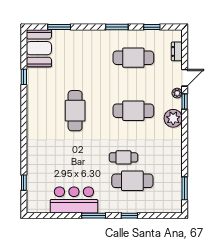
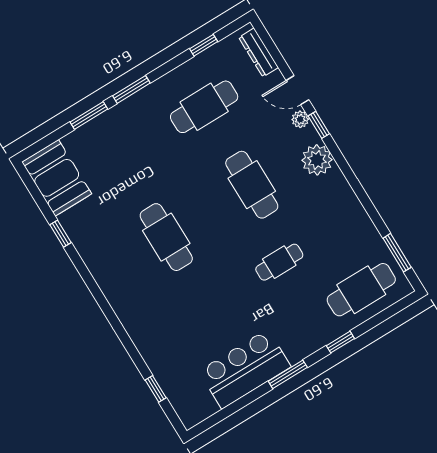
window: (59, 27) -> (89, 116), moved
window: (117, 27) -> (131, 89), moved
dresser: (177, 51) -> (259, 52), width x1.44
door: (185, 78) -> (297, 90), swing flipped
cafe table: (133, 111) -> (252, 185), turned 90
cafe table: (132, 181) -> (361, 290), moved

